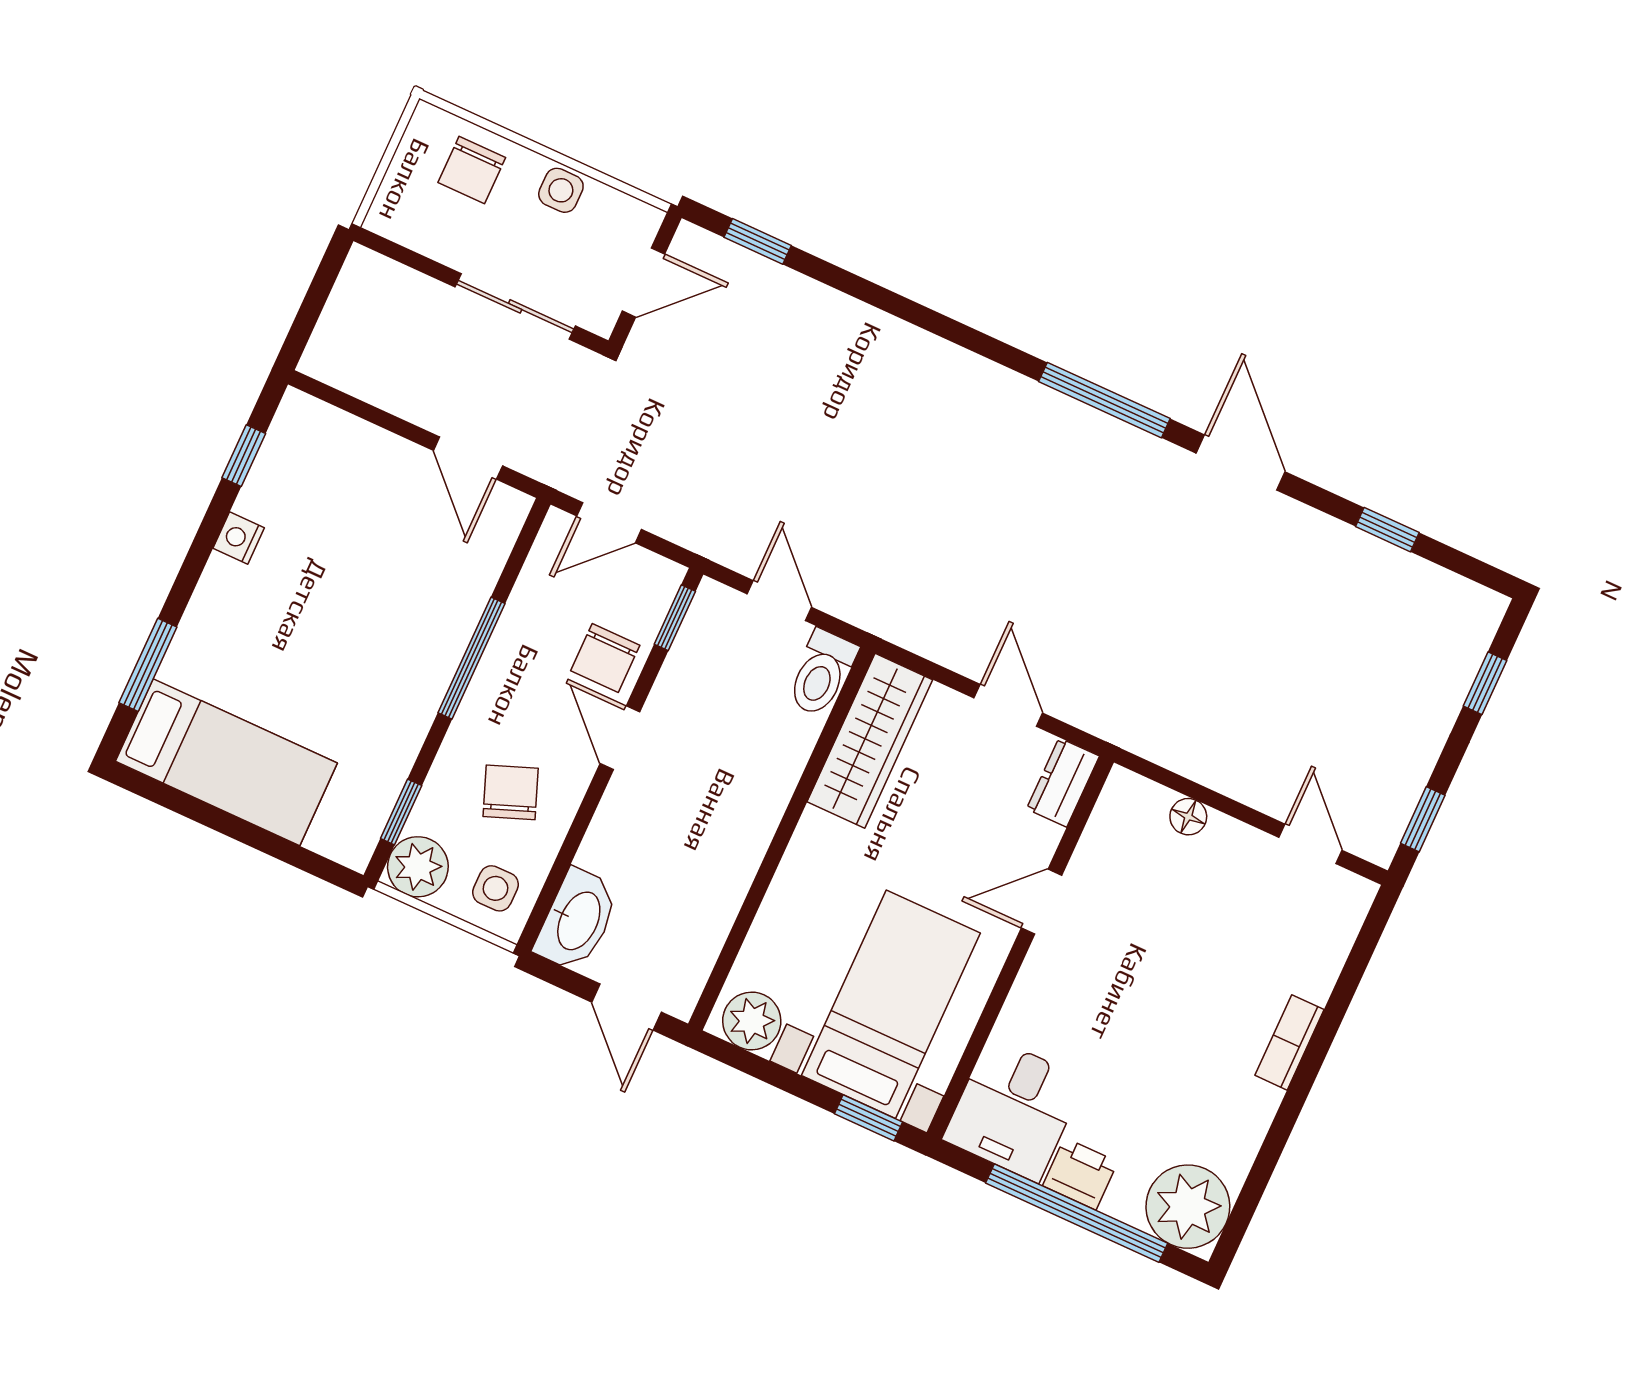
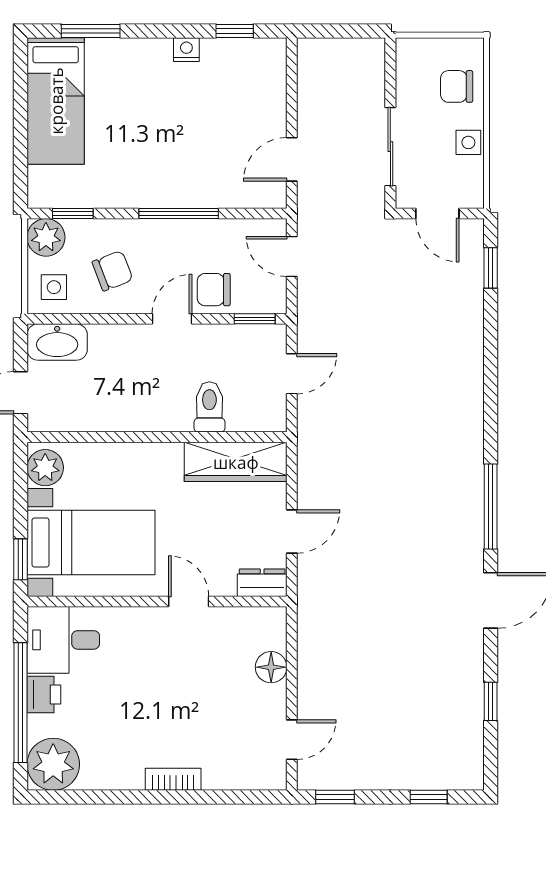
toilet: (822, 673) -> (209, 407), moved, turned 90
floor lamp: (1188, 817) -> (271, 667), width x1.37, depth x1.37

